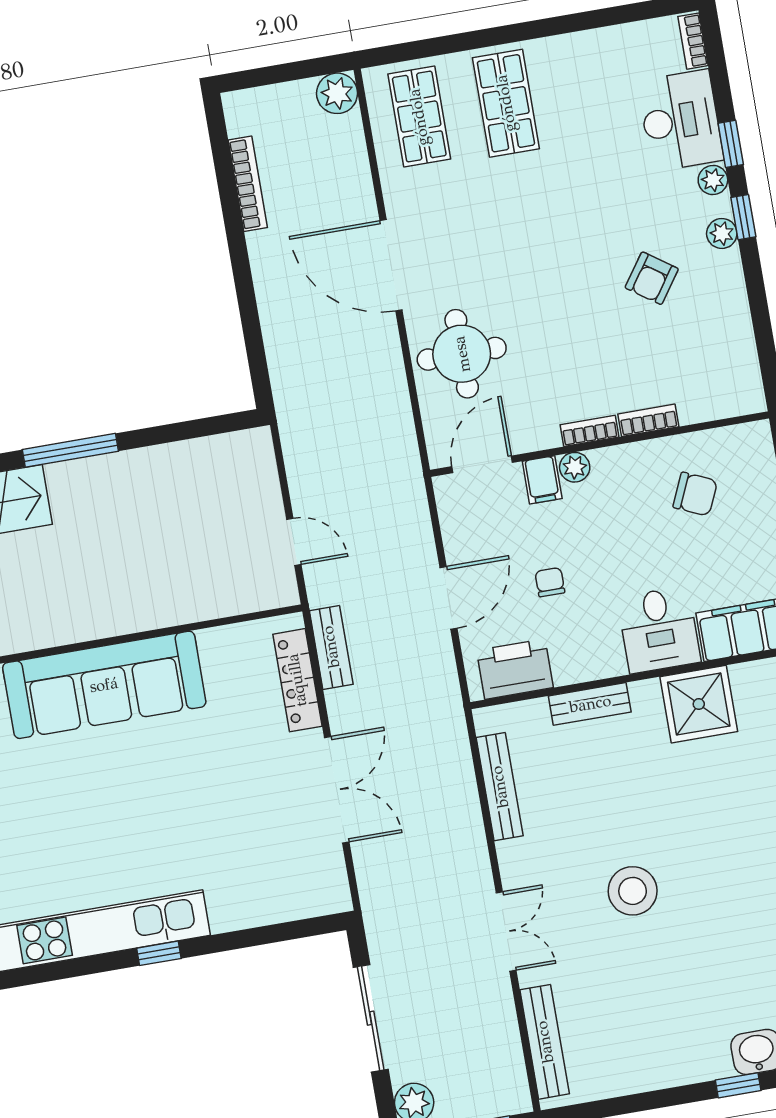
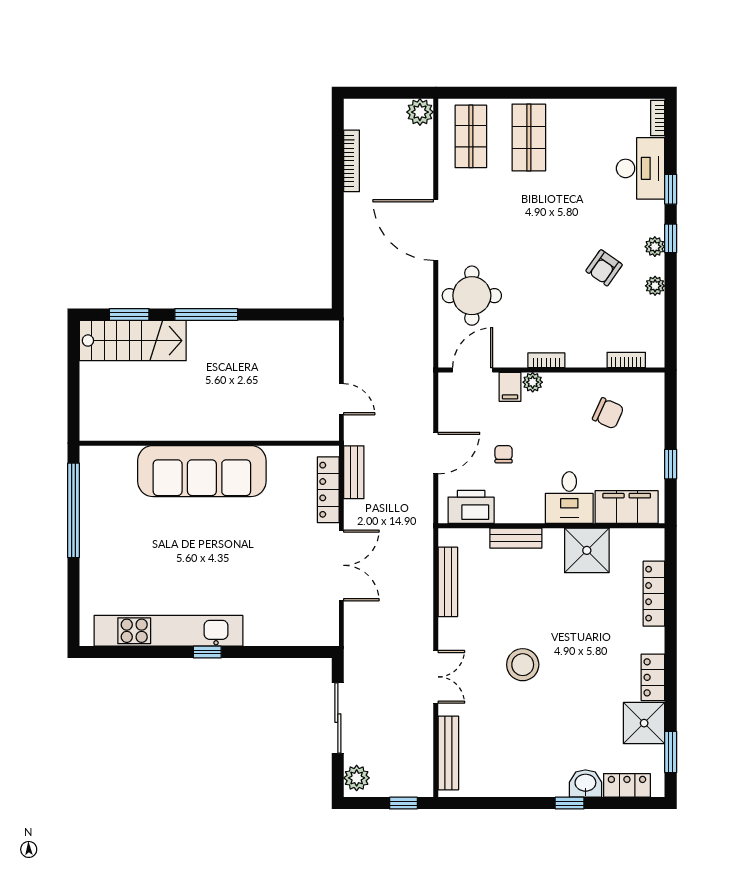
plant: (713, 180) -> (655, 286), moved
bookcase: (648, 420) -> (626, 360), moved

